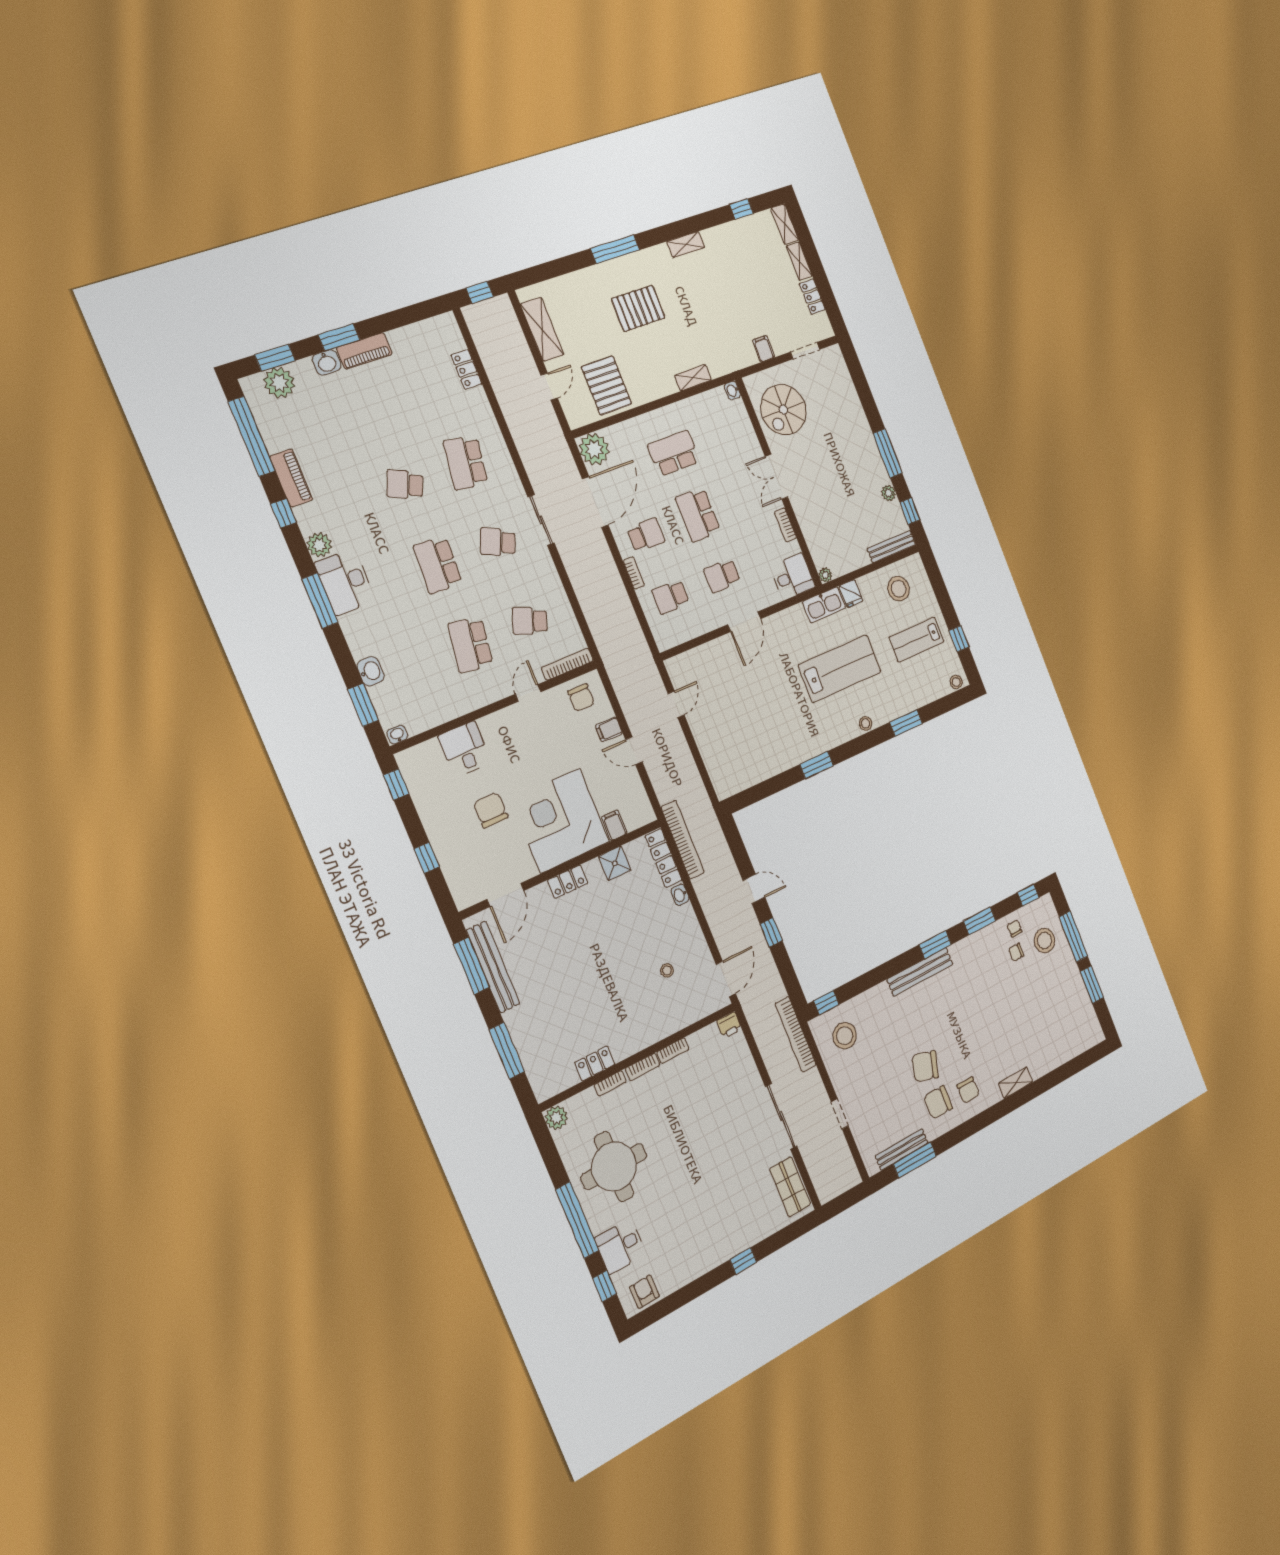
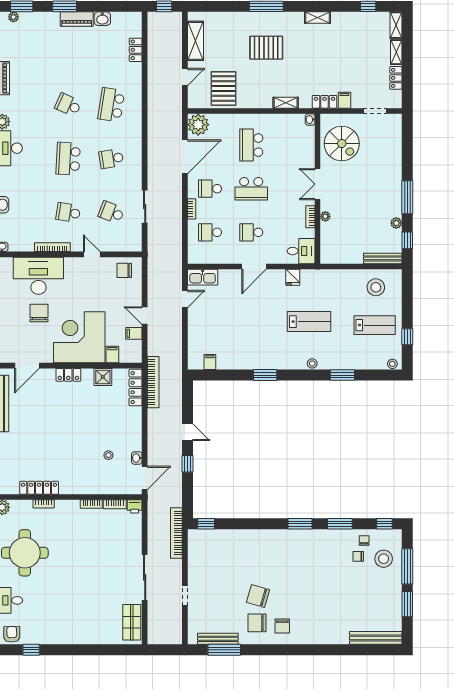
locker: (740, 359) -> (324, 102), added
washbasin: (327, 362) -> (102, 19), moved
plant: (279, 383) -> (13, 17), width x0.53, depth x0.53
spiral stairs: (783, 410) -> (342, 144), turned -90
school desk: (674, 453) -> (251, 145), turned -90
school desk: (698, 515) -> (251, 189), turned -90
sliding door: (541, 520) -> (145, 207), moved
school desk: (646, 535) -> (210, 189), turned 180
school desk: (498, 542) -> (111, 159), turned -33
plant: (825, 575) -> (325, 216), moved
fridge: (851, 594) -> (293, 277), moved
kitchen sink: (824, 605) -> (203, 277), moved
lab bench: (917, 640) -> (375, 325), turned 180
school desk: (470, 645) -> (68, 212), width x0.54
bookcase: (567, 664) -> (52, 247), moved
lab bench: (840, 669) -> (309, 322), width x0.73, depth x0.72
door: (528, 693) -> (92, 254), hinge flipped
chair: (581, 698) -> (124, 270), turned 90
filing cabinet: (609, 729) -> (134, 333), moved
desk: (465, 749) -> (38, 276), width x1.87, depth x1.30
filing cabinet: (743, 778) -> (210, 362), added
washbasin: (680, 895) -> (137, 458), moved
bench: (920, 972) -> (376, 638), moved
stool: (845, 1036) -> (210, 550), removed
locker: (595, 1063) -> (39, 488), width x1.53
bookcase: (643, 1067) -> (115, 504), moved
shelving: (1015, 1083) -> (319, 639), removed
window: (743, 1261) -> (31, 650), moved

